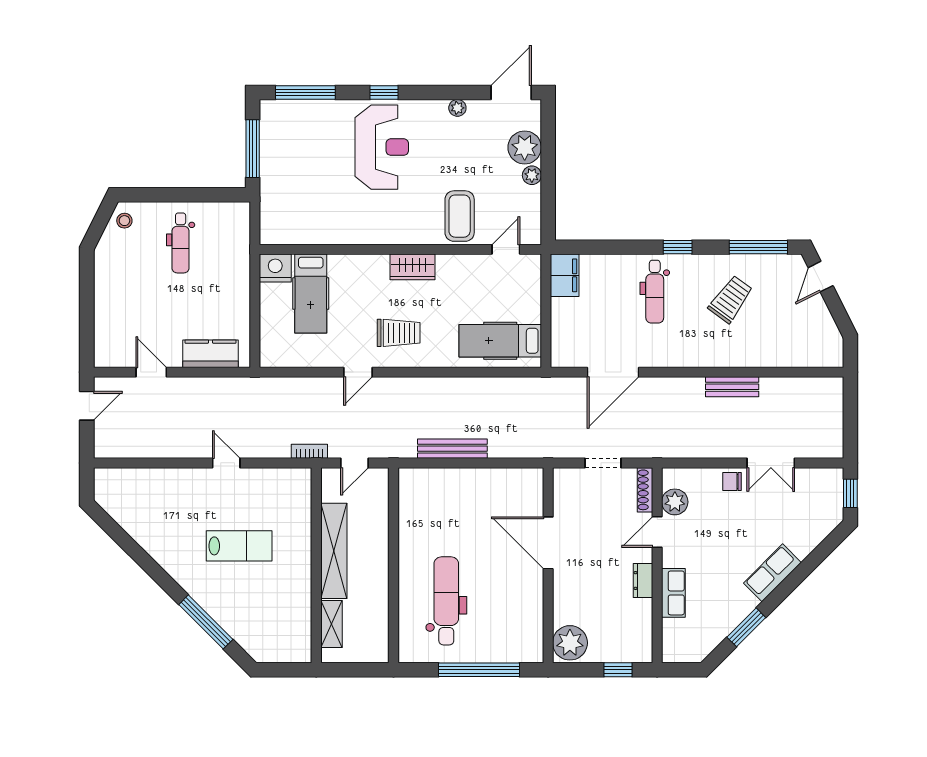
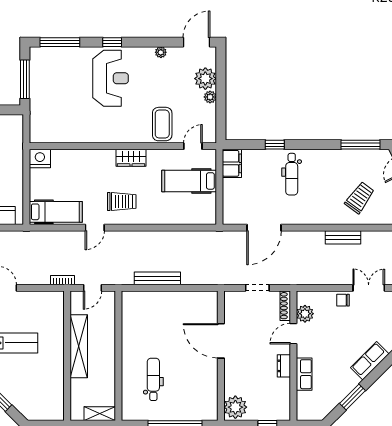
window: (678, 247) -> (275, 145), moved
hospital bed: (311, 294) -> (56, 212), moved, turned -90
trolley: (731, 299) -> (360, 198), moved
hospital bed: (500, 341) -> (189, 181), moved
double door: (771, 463) -> (369, 288), swing flipped
dental chair: (446, 601) -> (153, 379), width x0.73, depth x0.72
shelving: (331, 624) -> (100, 414), moved, turned 90

